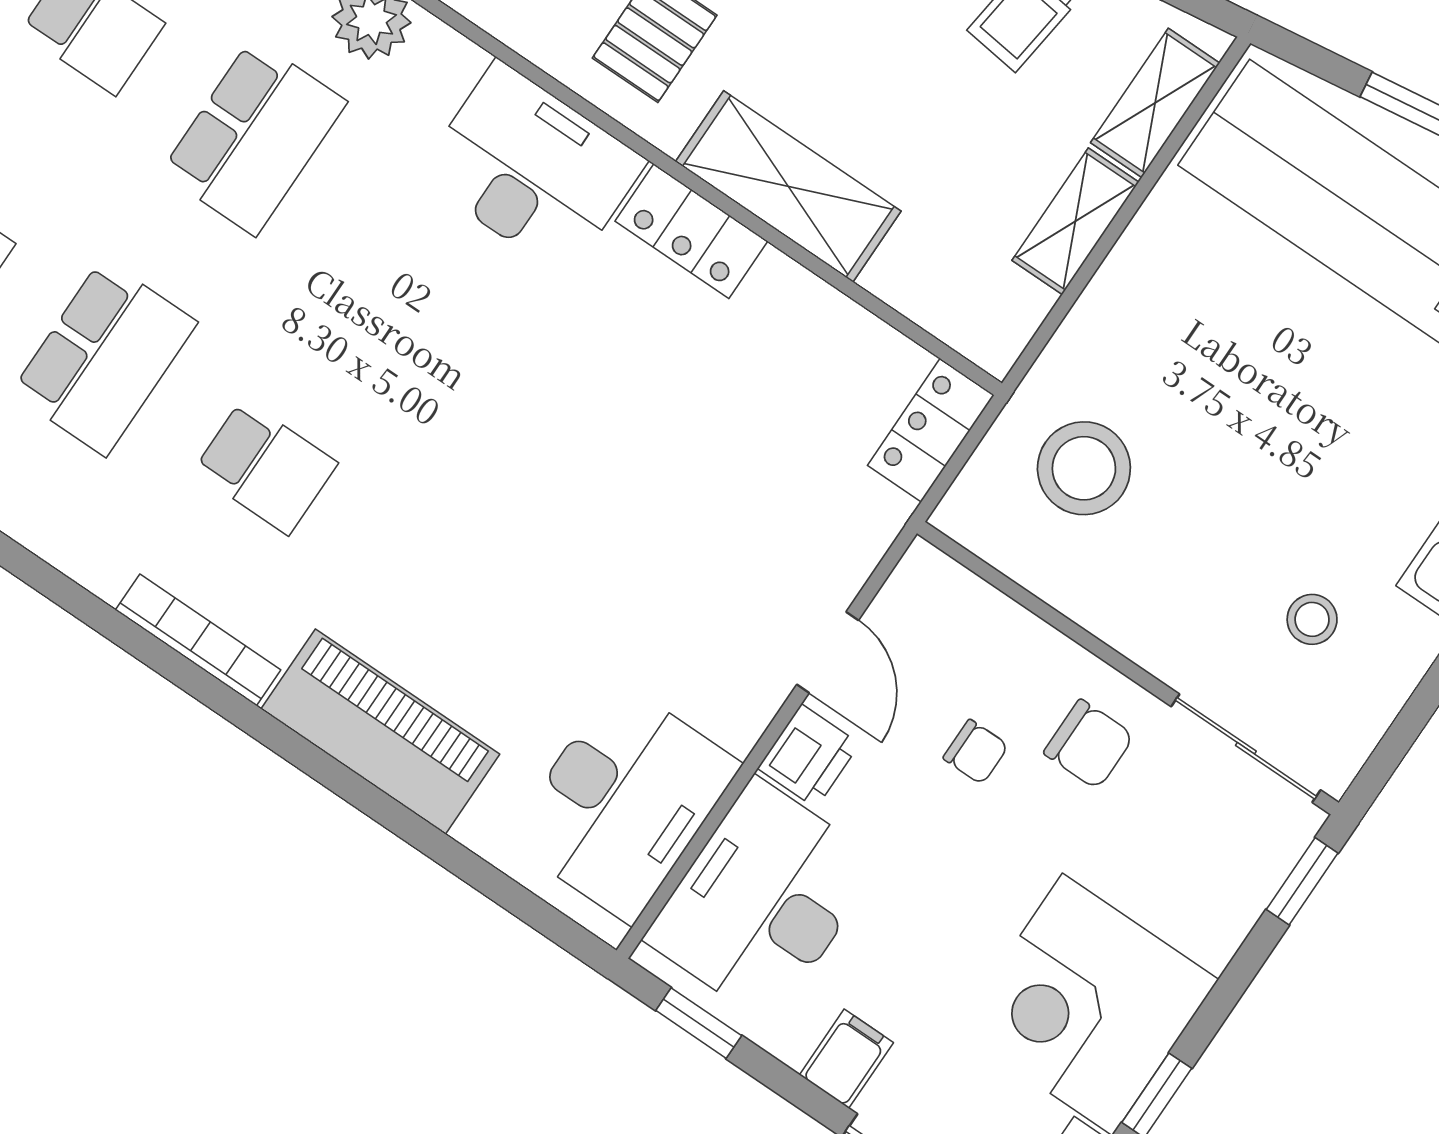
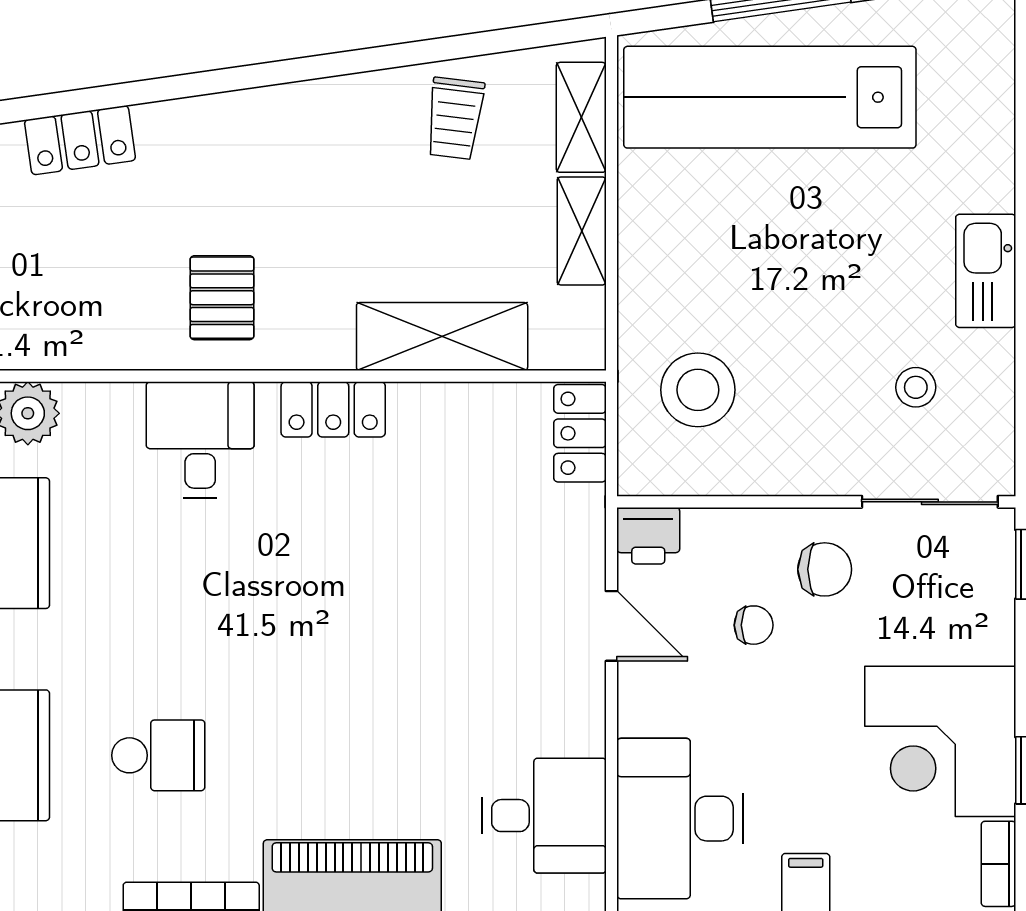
desk: (532, 169) -> (200, 440), width x0.73
shelving: (788, 186) -> (442, 337), moved
printer: (809, 756) -> (648, 536), moved, turned 90
desk: (624, 802) -> (544, 816), width x0.73

